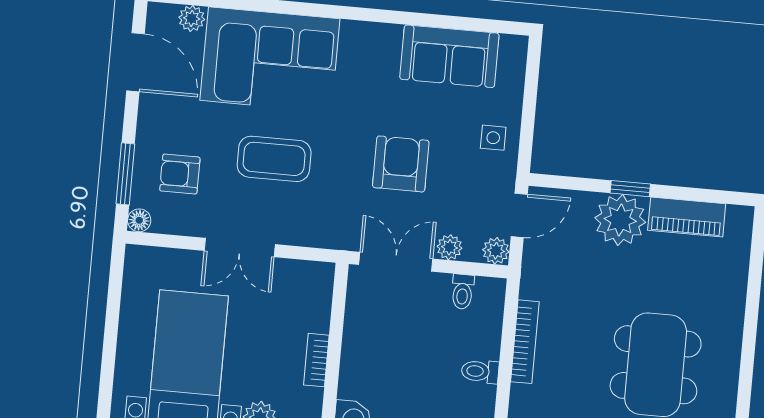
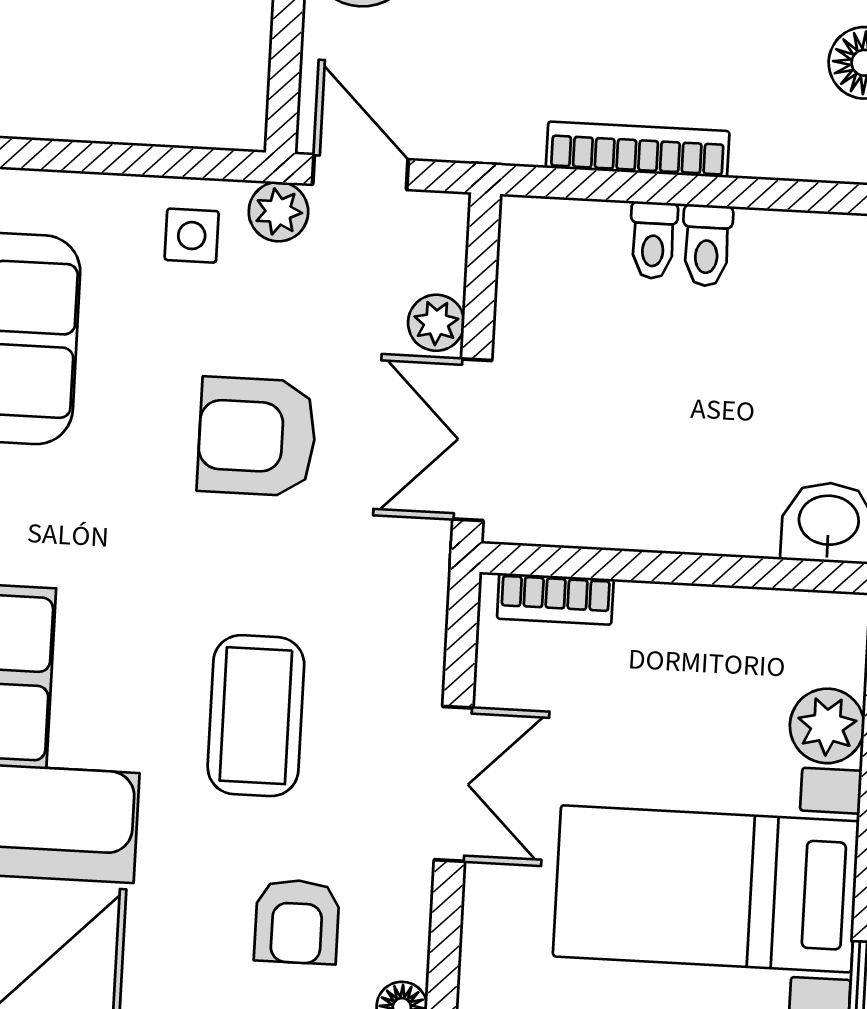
plant: (496, 251) -> (278, 212), moved
toilet: (463, 292) -> (653, 240), moved, turned 90
bookcase: (316, 360) -> (555, 599), moved

